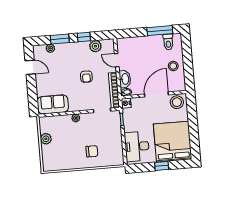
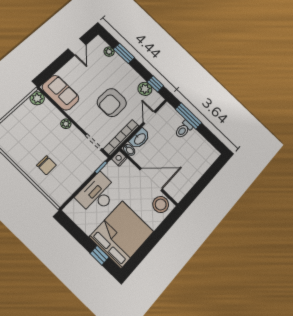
window: (160, 31) -> (189, 116), moved
window: (84, 37) -> (155, 84), moved
toilet: (168, 42) -> (184, 129), moved
stool: (173, 66) -> (188, 172), removed
armchair: (86, 77) -> (112, 103), width x1.88, depth x1.88
plant: (46, 139) -> (37, 98), moved
desk: (137, 146) -> (97, 194), moved
window: (162, 166) -> (99, 255), moved

